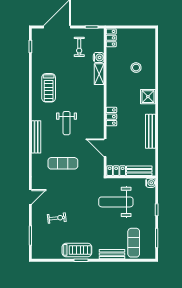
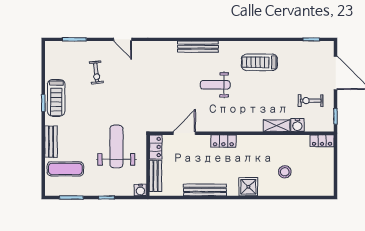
exercise mat: (63, 163) -> (165, 80), removed

